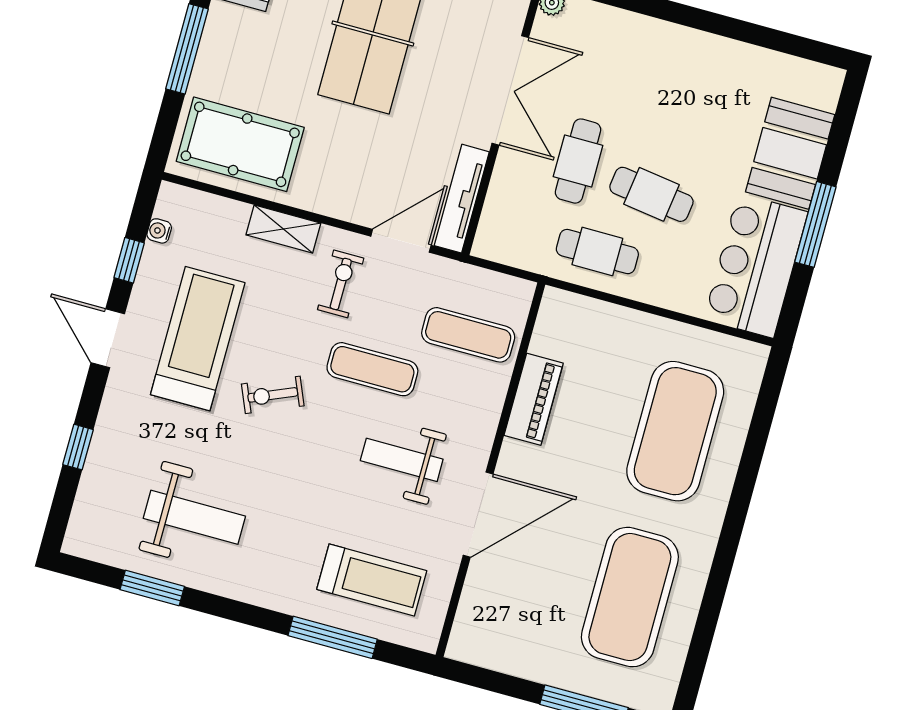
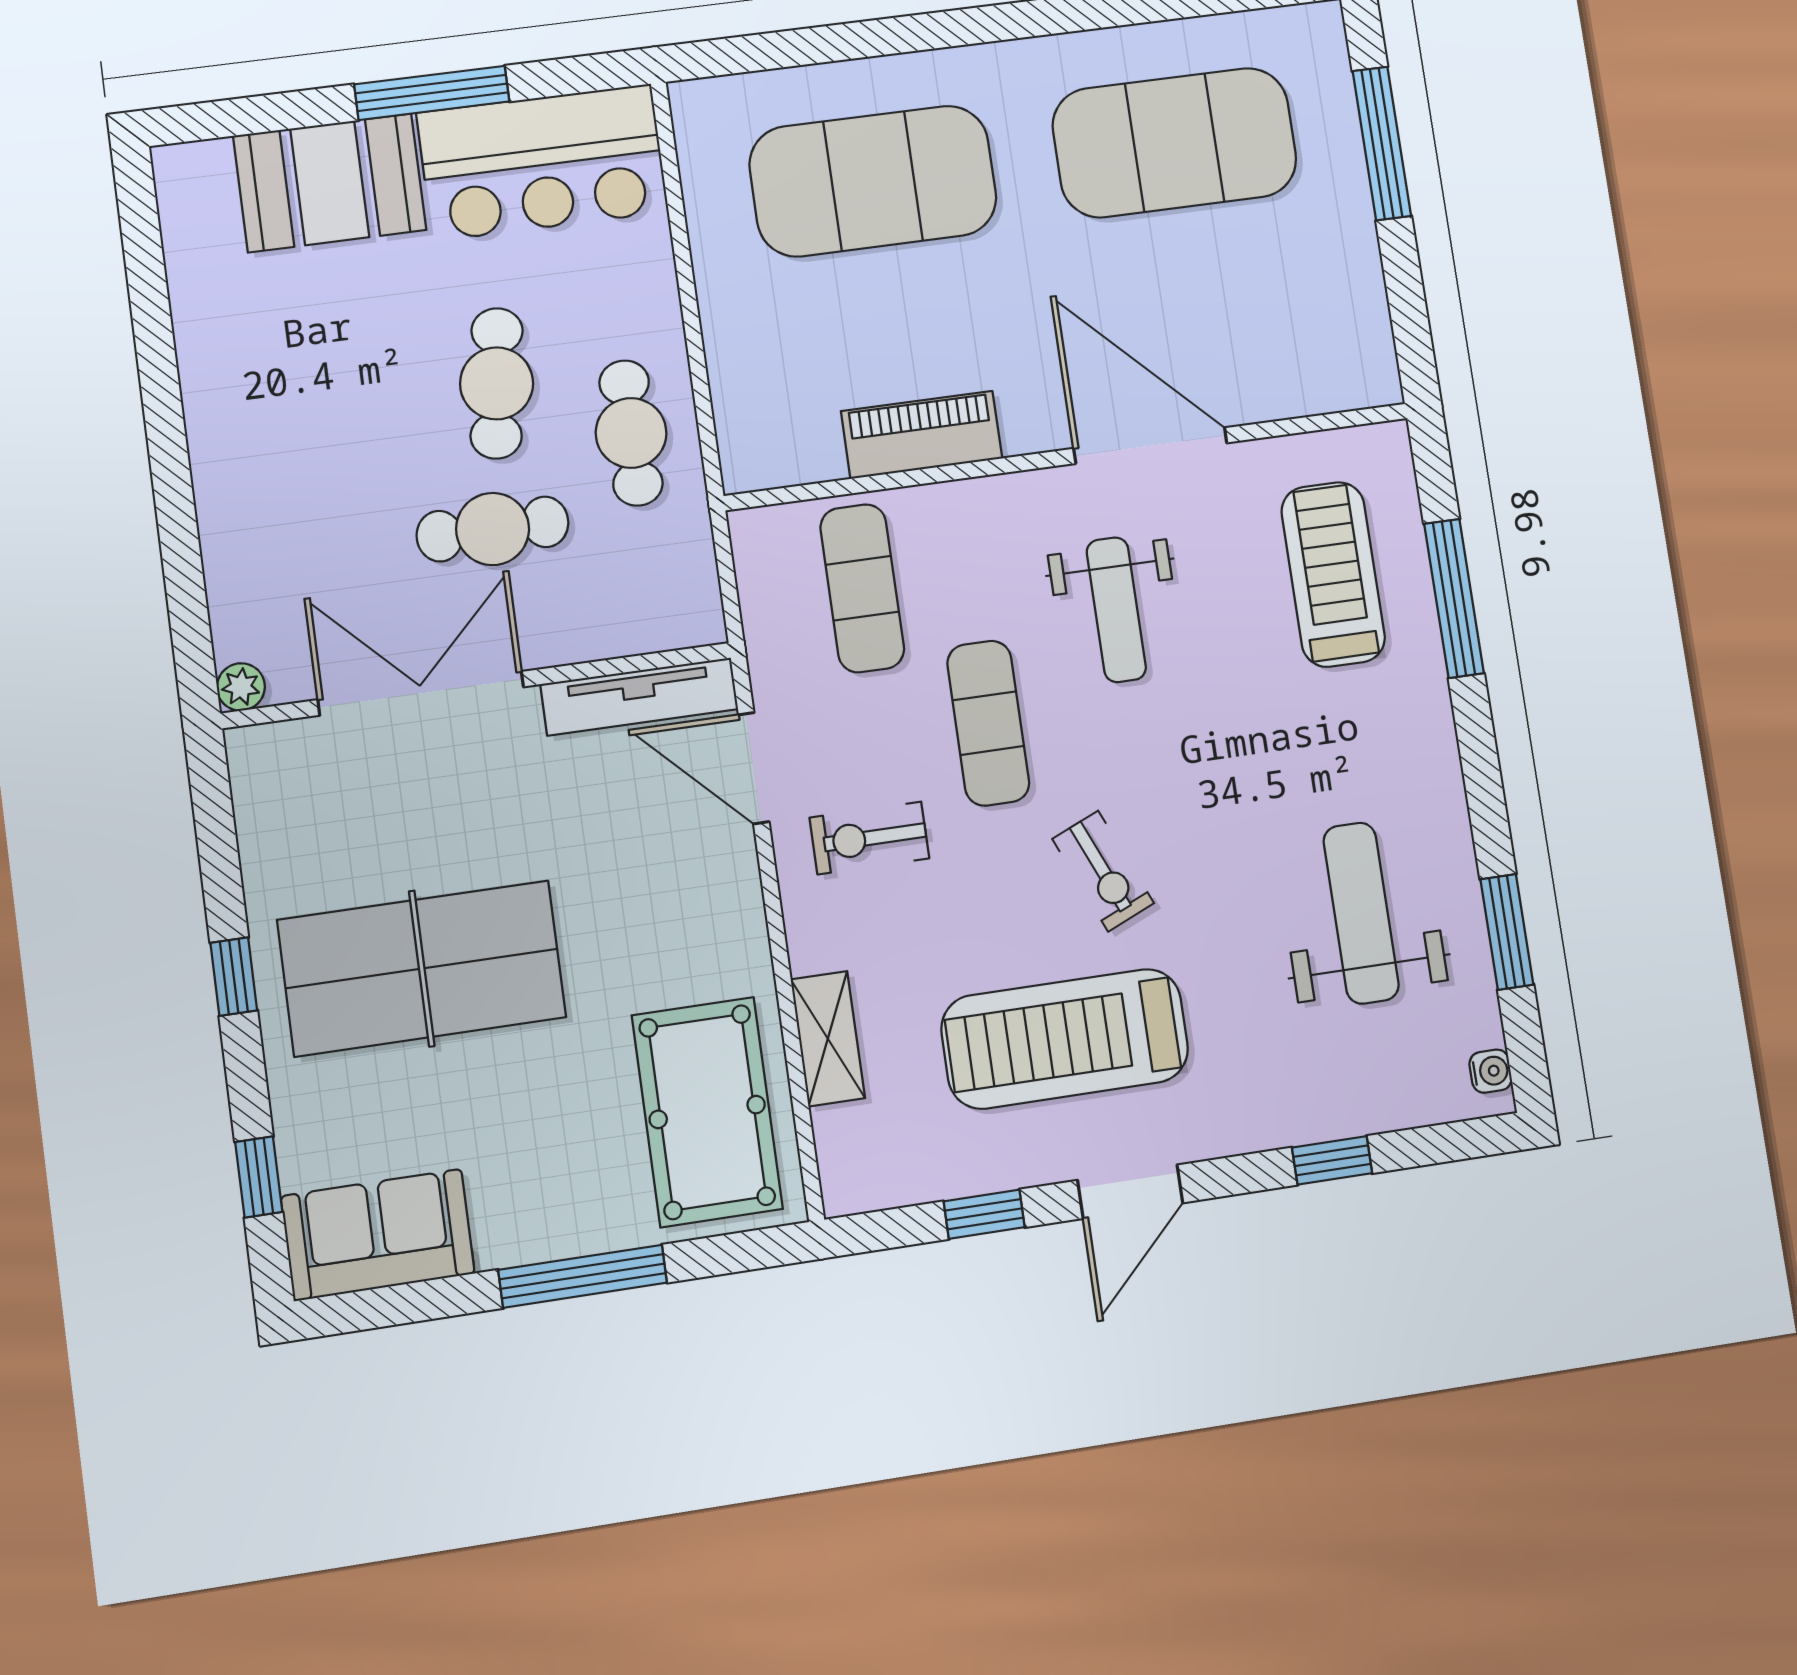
shelving: (283, 229) -> (828, 1039), moved
water cooler: (159, 231) -> (1491, 1071), moved, turned -90

